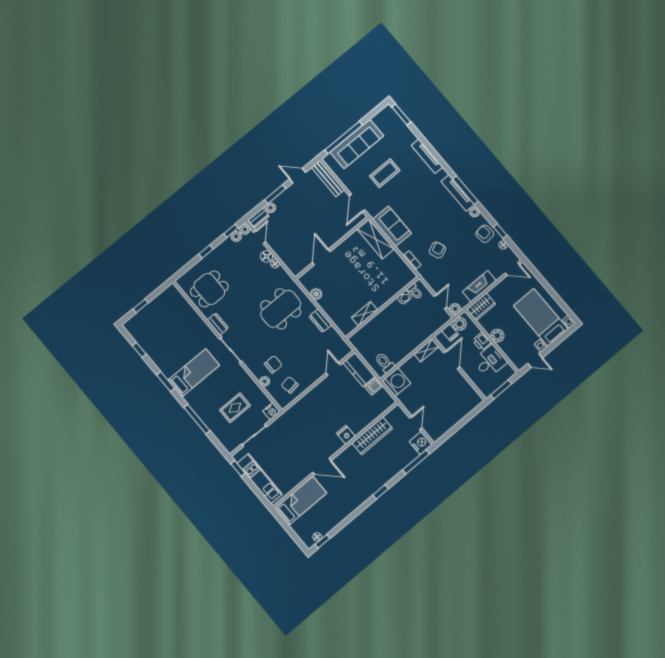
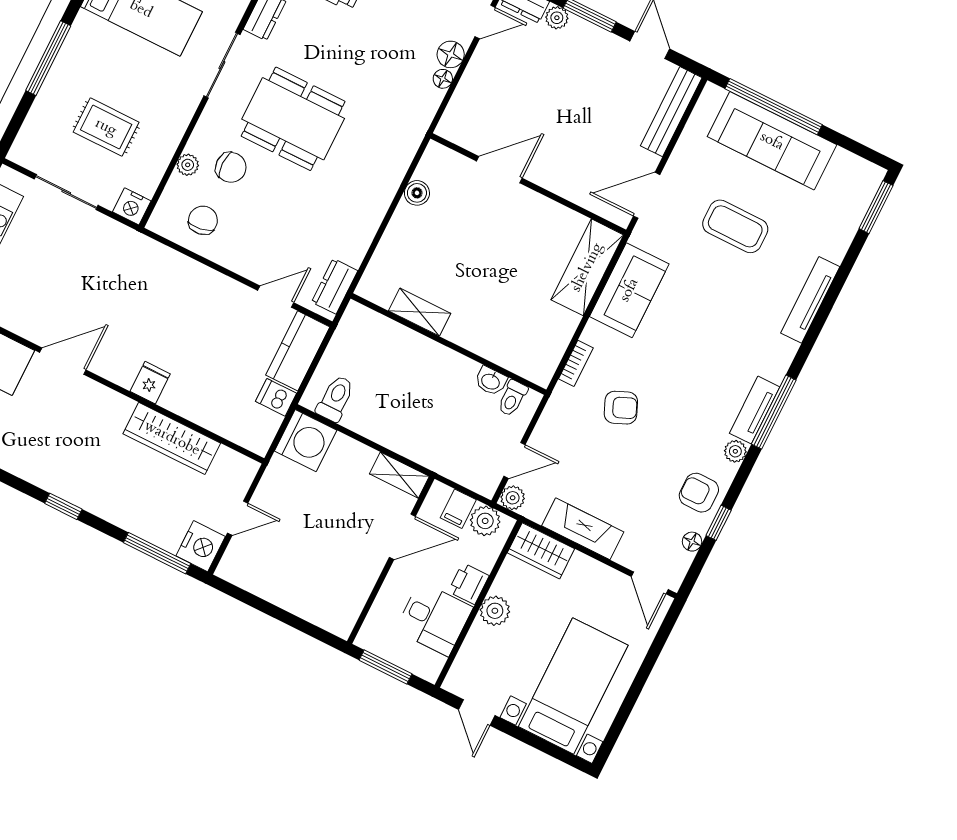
tv unit: (458, 193) -> (755, 410), width x0.71
armchair: (485, 234) -> (699, 493), turned -83
dining table: (281, 309) -> (293, 119), moved
dresser: (320, 321) -> (335, 286), moved
door: (322, 466) -> (63, 361), swing flipped

